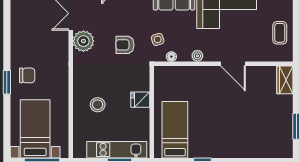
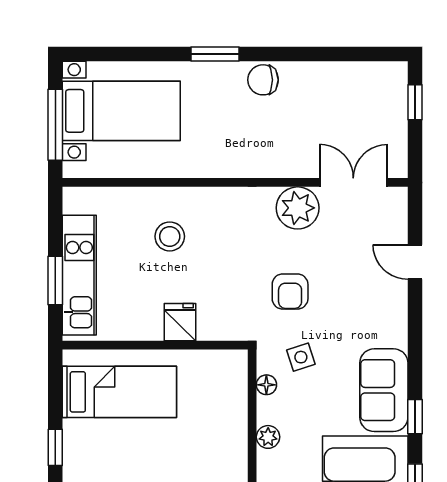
armchair: (125, 45) -> (290, 292), turned 180
chair: (27, 75) -> (263, 80), moved, turned 90

